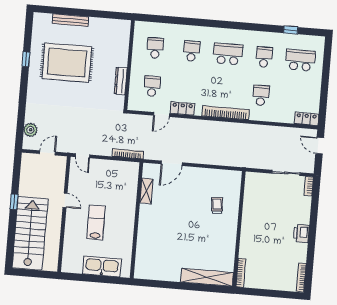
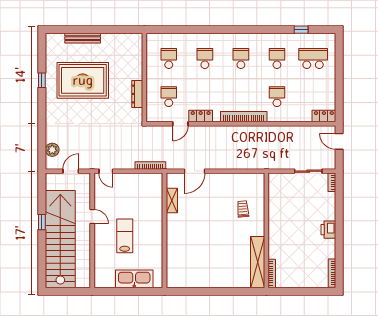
school desk: (228, 54) -> (241, 59), width x0.54
stairs: (30, 233) -> (60, 239), width x1.36
shelving: (207, 277) -> (258, 262), moved, turned 90

